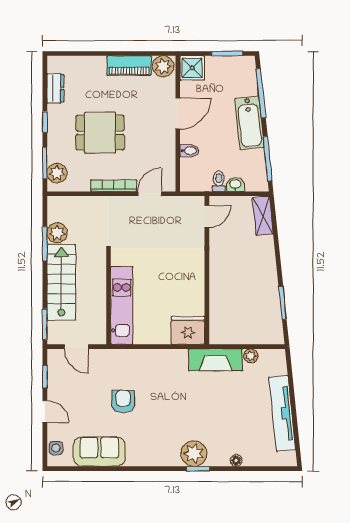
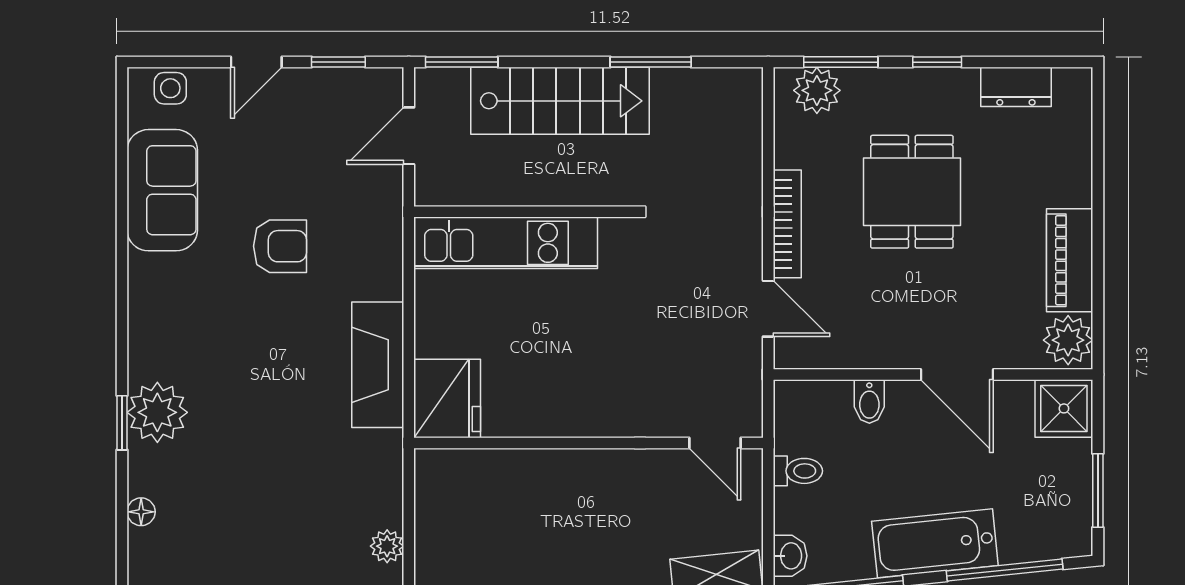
washbasin: (235, 184) -> (790, 556), moved
plant: (57, 233) -> (676, 91), removed
fireplace: (215, 360) -> (378, 365), moved

